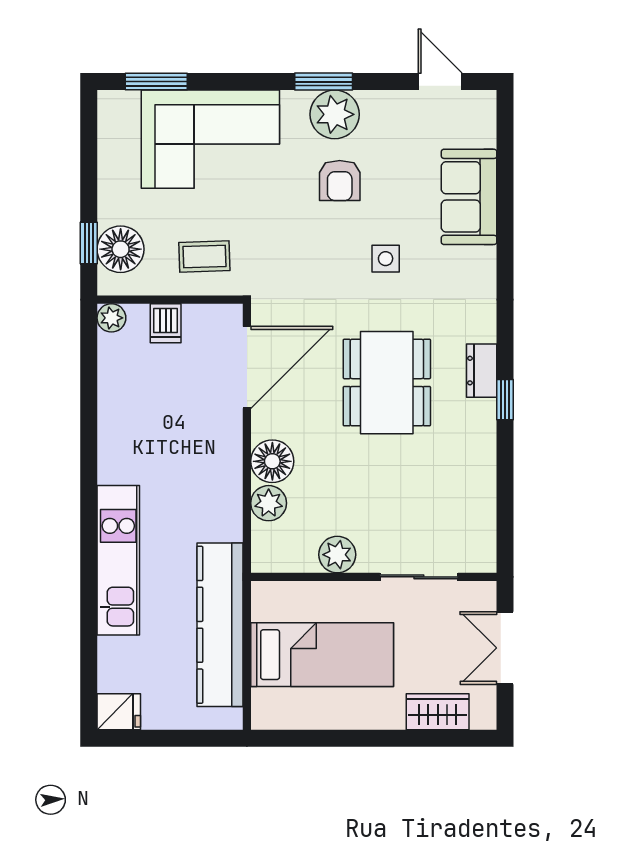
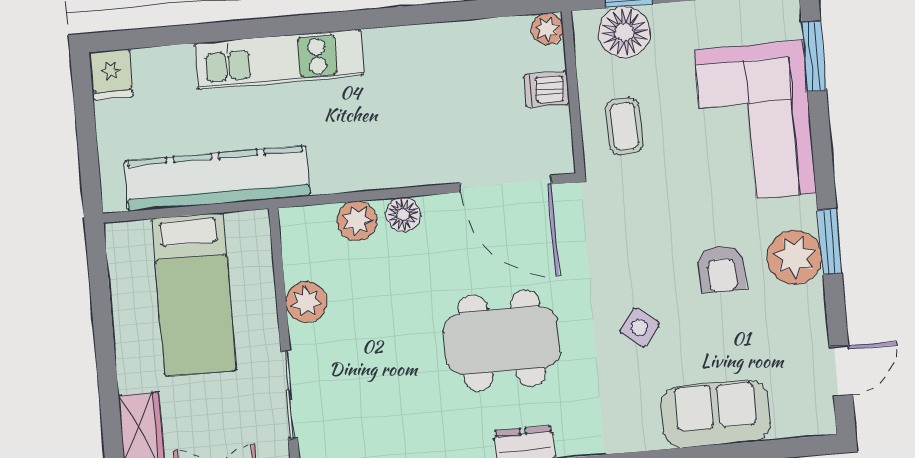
armchair: (340, 180) -> (722, 269), turned -91
side table: (386, 259) -> (639, 327), turned 38
floor lamp: (272, 461) -> (403, 214), width x0.73, depth x0.73

